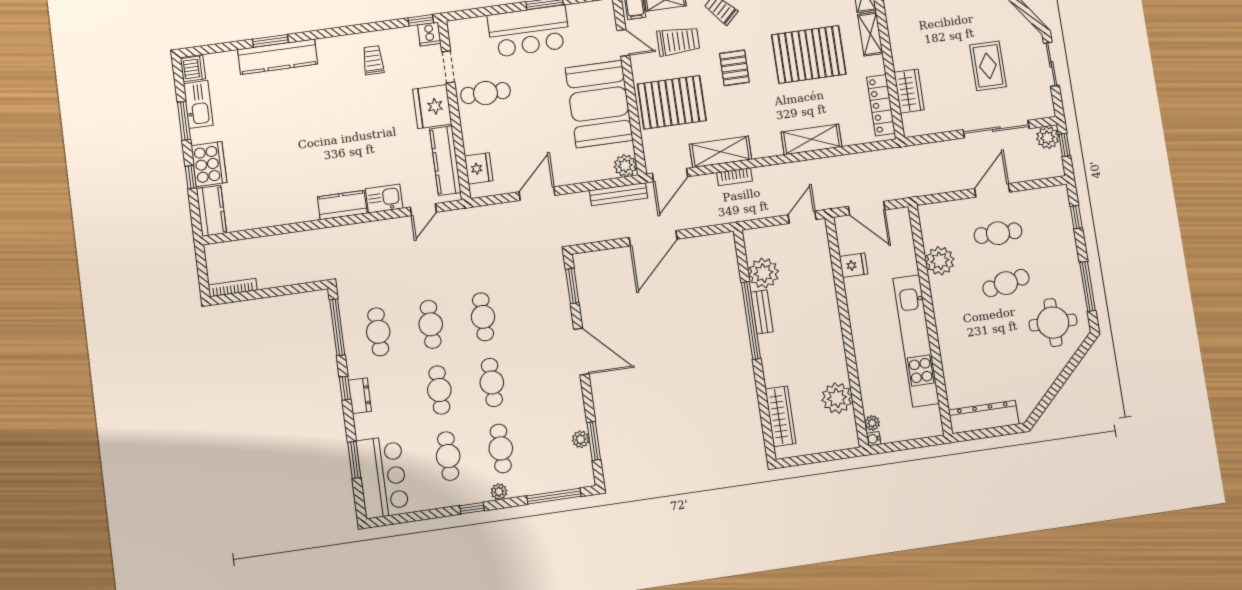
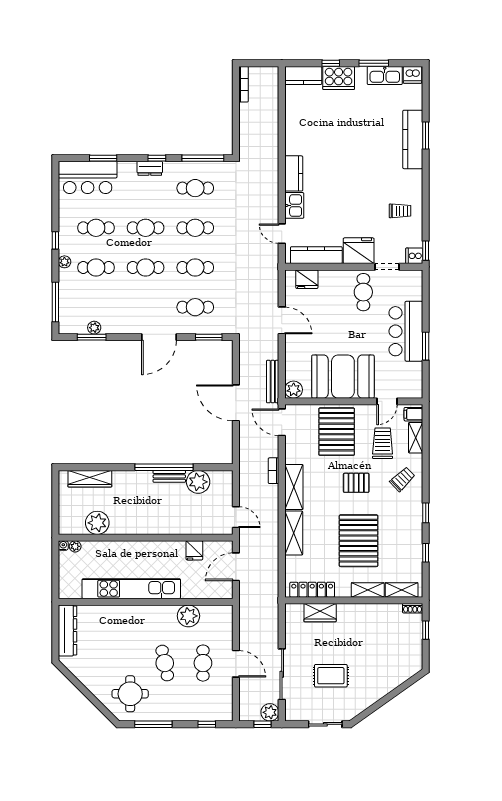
trolley: (678, 41) -> (383, 443), turned 180
shelving: (721, 152) -> (294, 487), moved
cafe table: (535, 309) -> (195, 307), added

